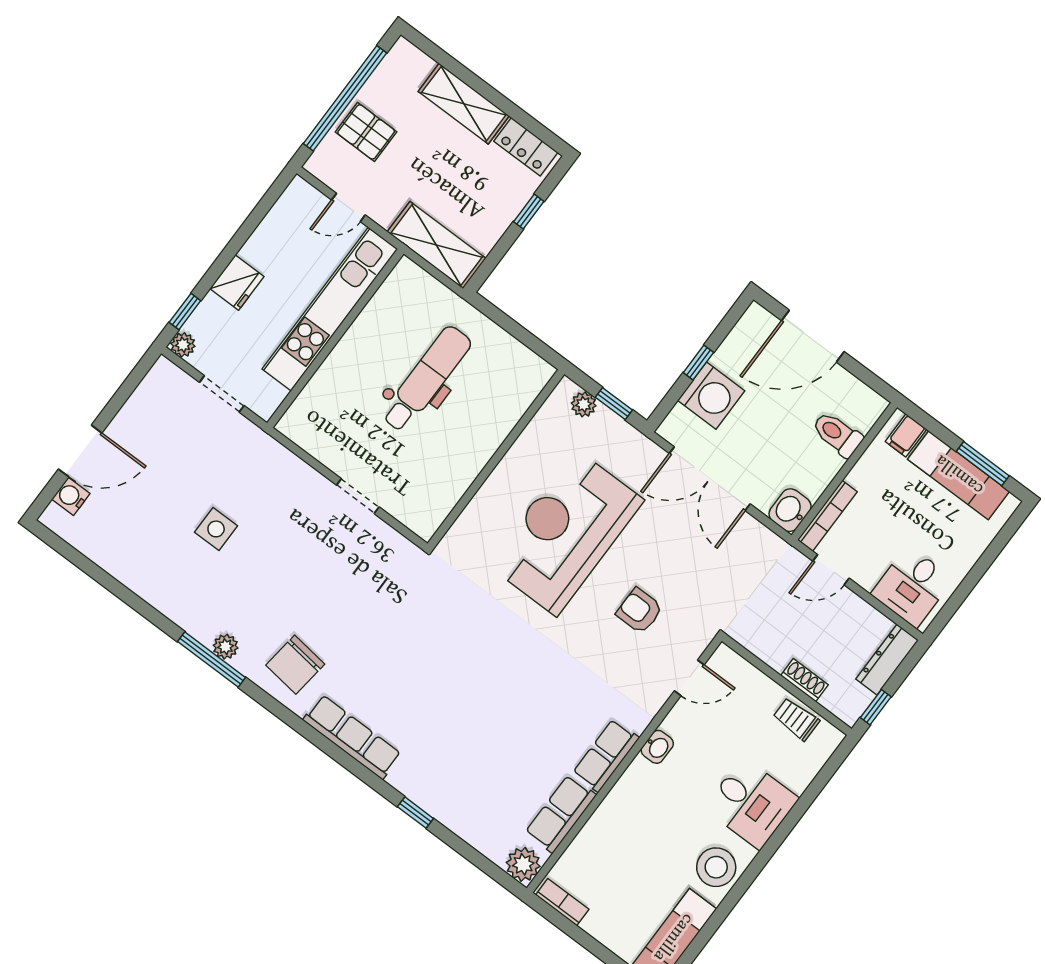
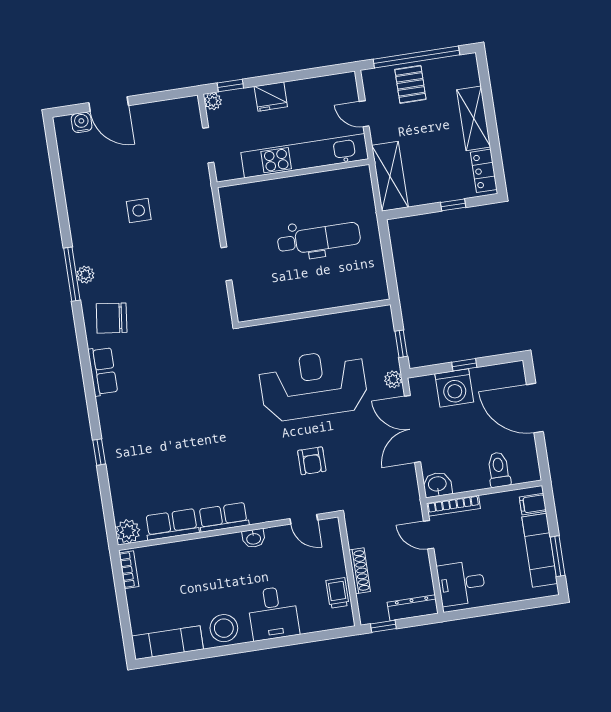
plant: (584, 404) -> (393, 379), moved
armchair: (639, 611) -> (312, 461), turned 180
shoe rack: (804, 680) -> (360, 571), width x1.43
row of seats: (352, 737) -> (103, 371), width x0.68

